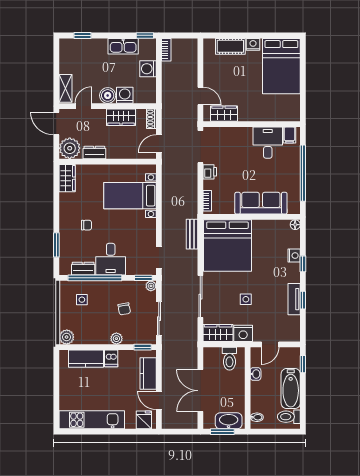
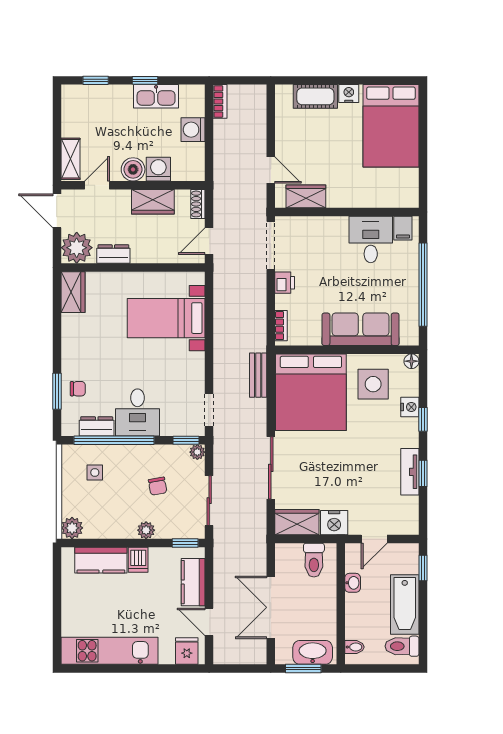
window: (145, 35) -> (145, 80), moved
chair: (86, 225) -> (78, 389), moved
side table: (246, 299) -> (373, 384), moved, width x1.87, depth x1.87

